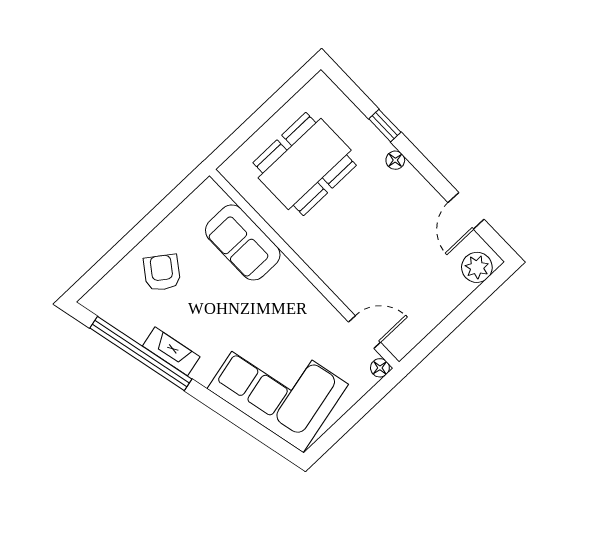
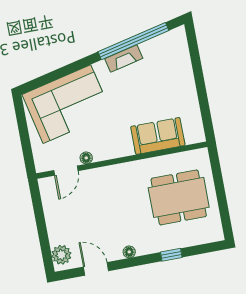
floor lamp: (395, 160) -> (129, 252), moved
dining table: (305, 164) -> (179, 197), turned 90
armchair: (162, 273) -> (170, 81), removed
floor lamp: (380, 368) -> (86, 158), moved

